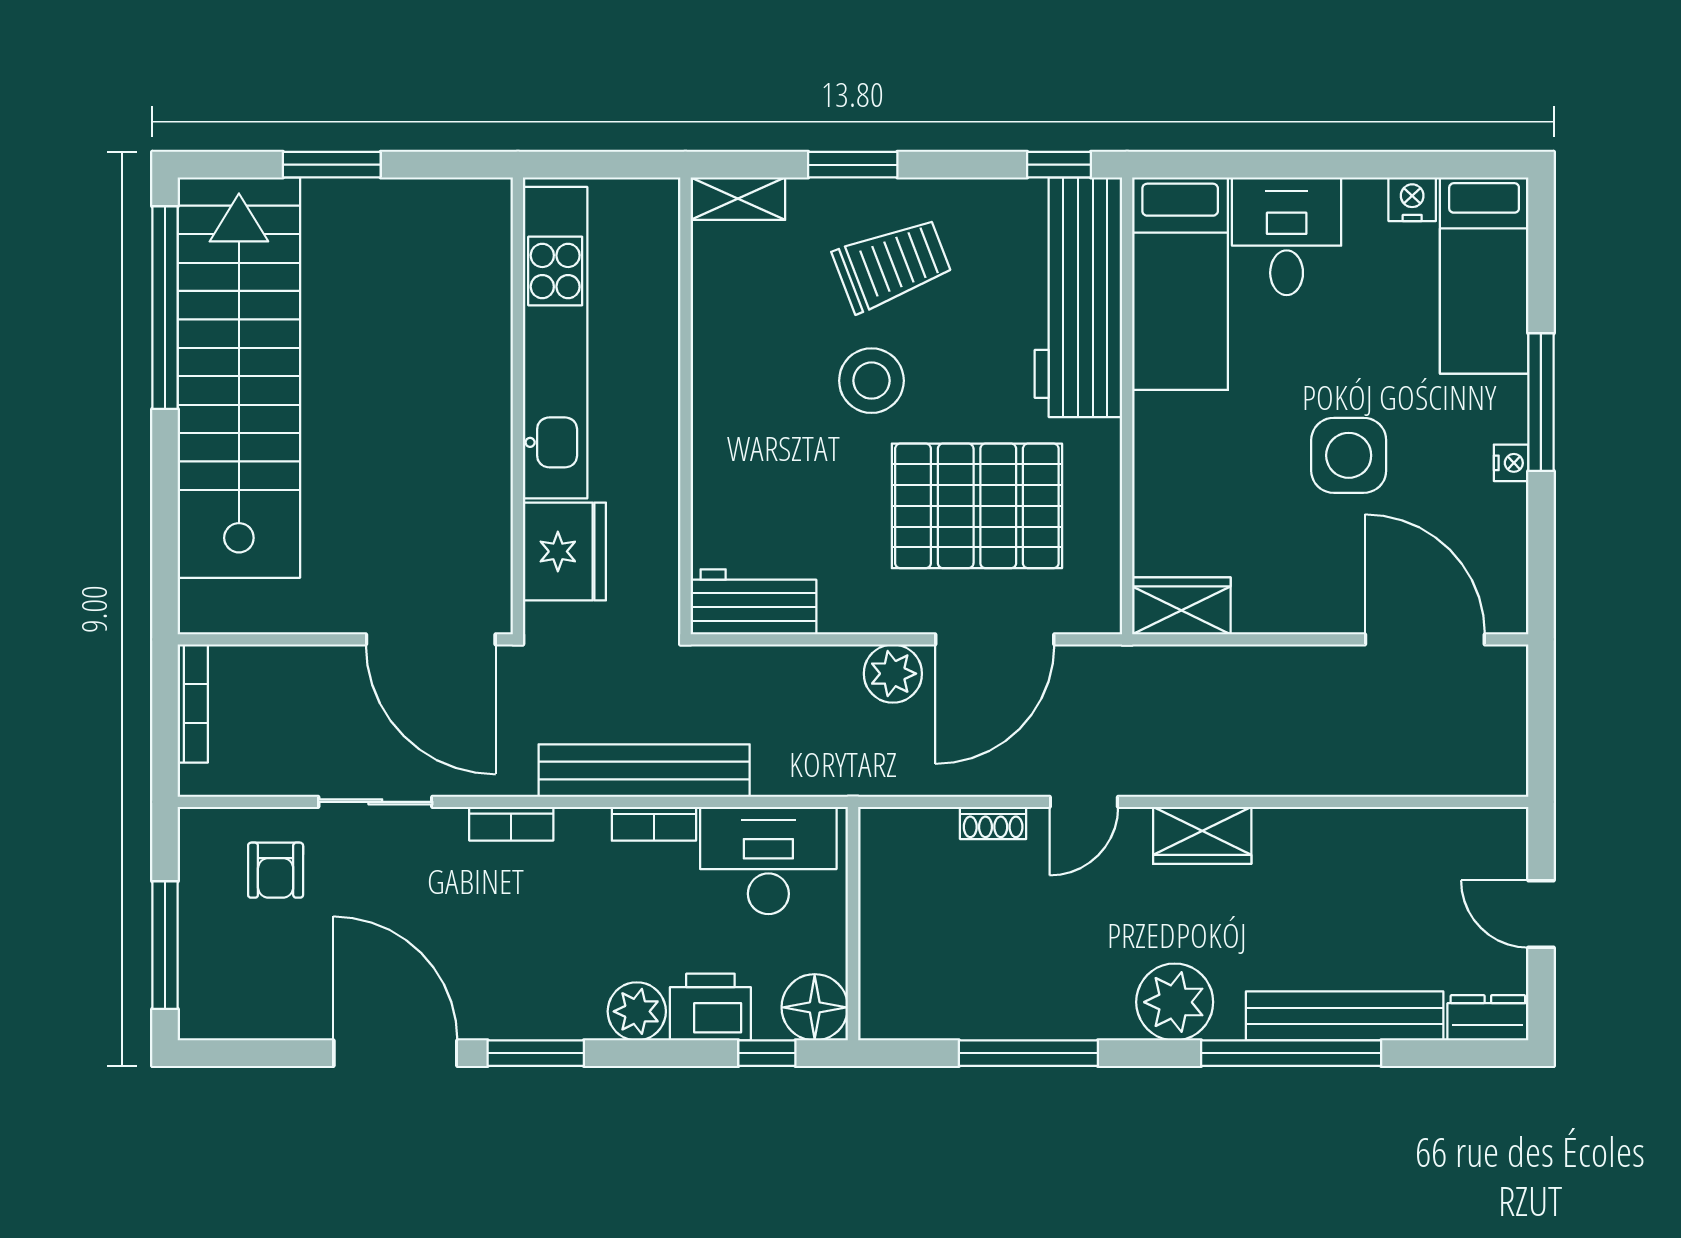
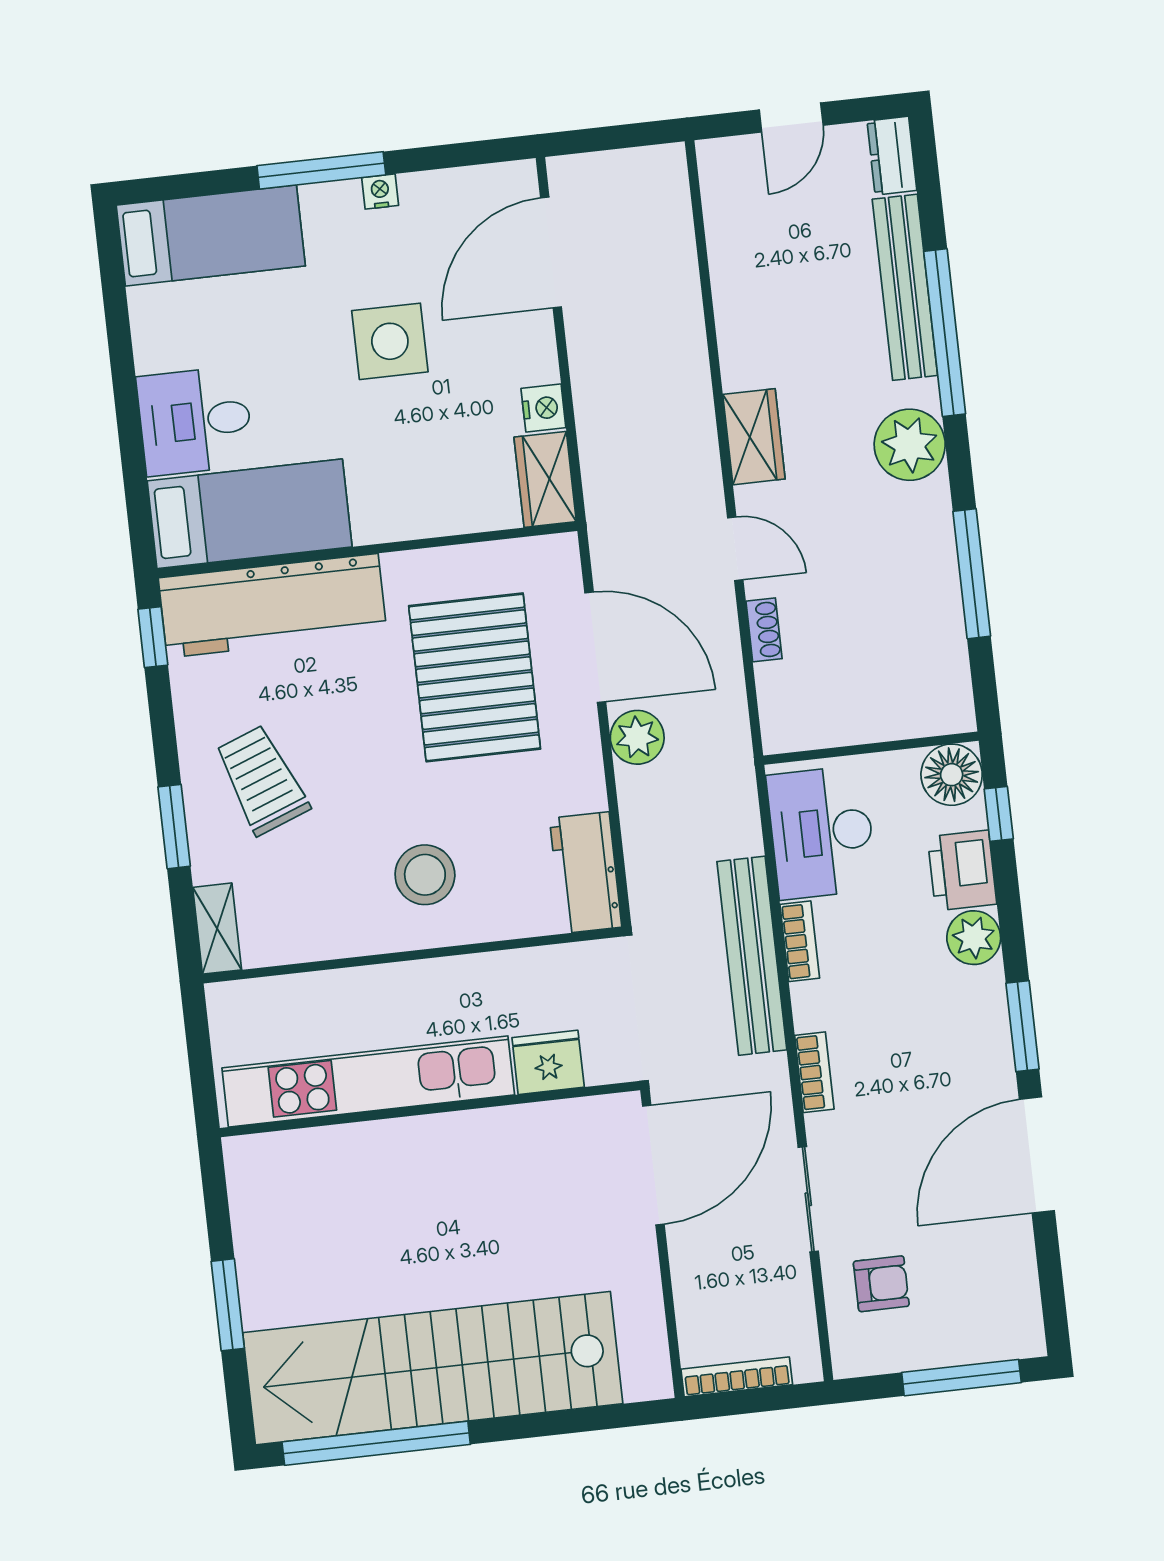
nightstand: (1412, 199) -> (543, 408), moved, turned 180
stool: (871, 381) -> (425, 875), moved
fridge: (564, 551) -> (548, 1062), width x0.73, depth x0.75

